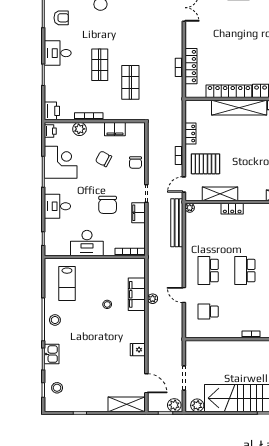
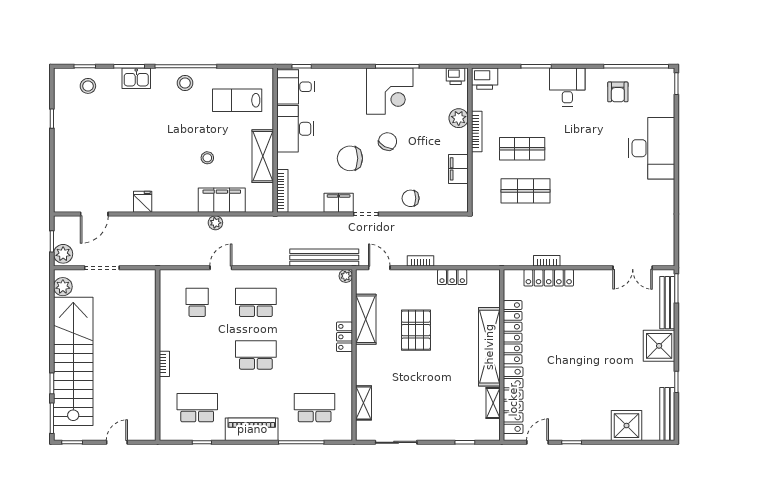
shop shelf: (100, 65) -> (522, 149), moved
chair: (104, 159) -> (388, 142), moved
corner desk: (61, 162) -> (390, 91), moved
pallet: (205, 164) -> (416, 330), moved
desk: (57, 206) -> (295, 87), moved, turned -90
shelving: (127, 404) -> (263, 156), moved

